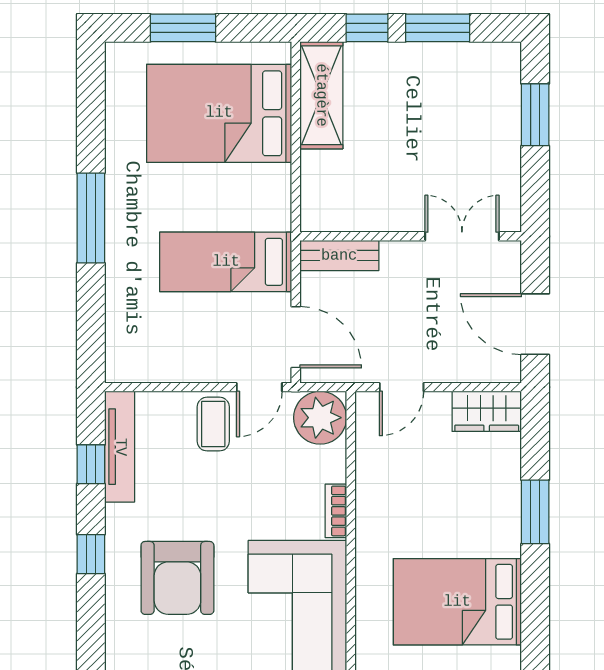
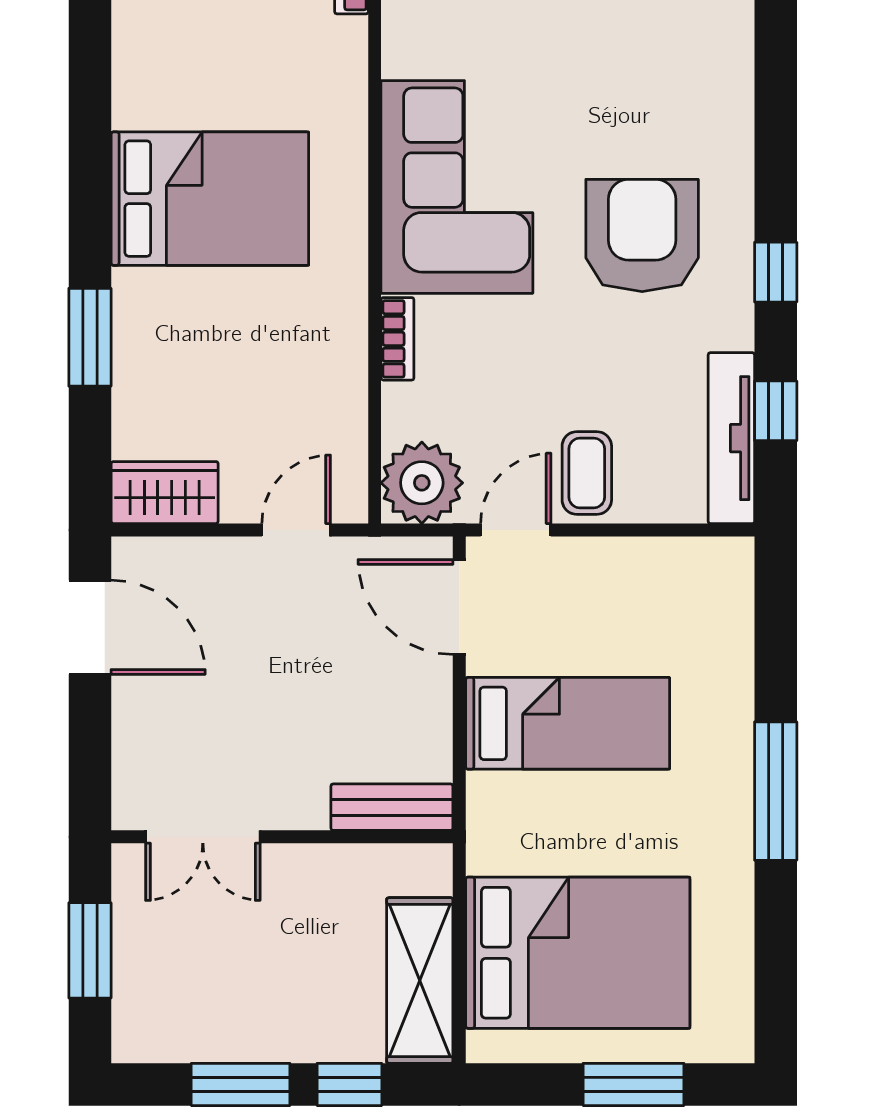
wall: (411, 236) -> (282, 837), moved
double door: (462, 236) -> (203, 837), moved
bench: (339, 256) -> (392, 807), moved

